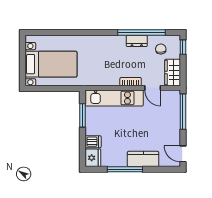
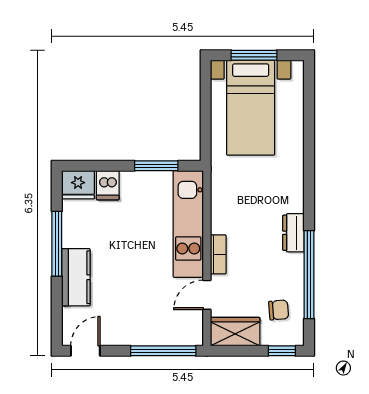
dresser: (137, 41) -> (293, 233), moved
window: (23, 62) -> (254, 55), added

